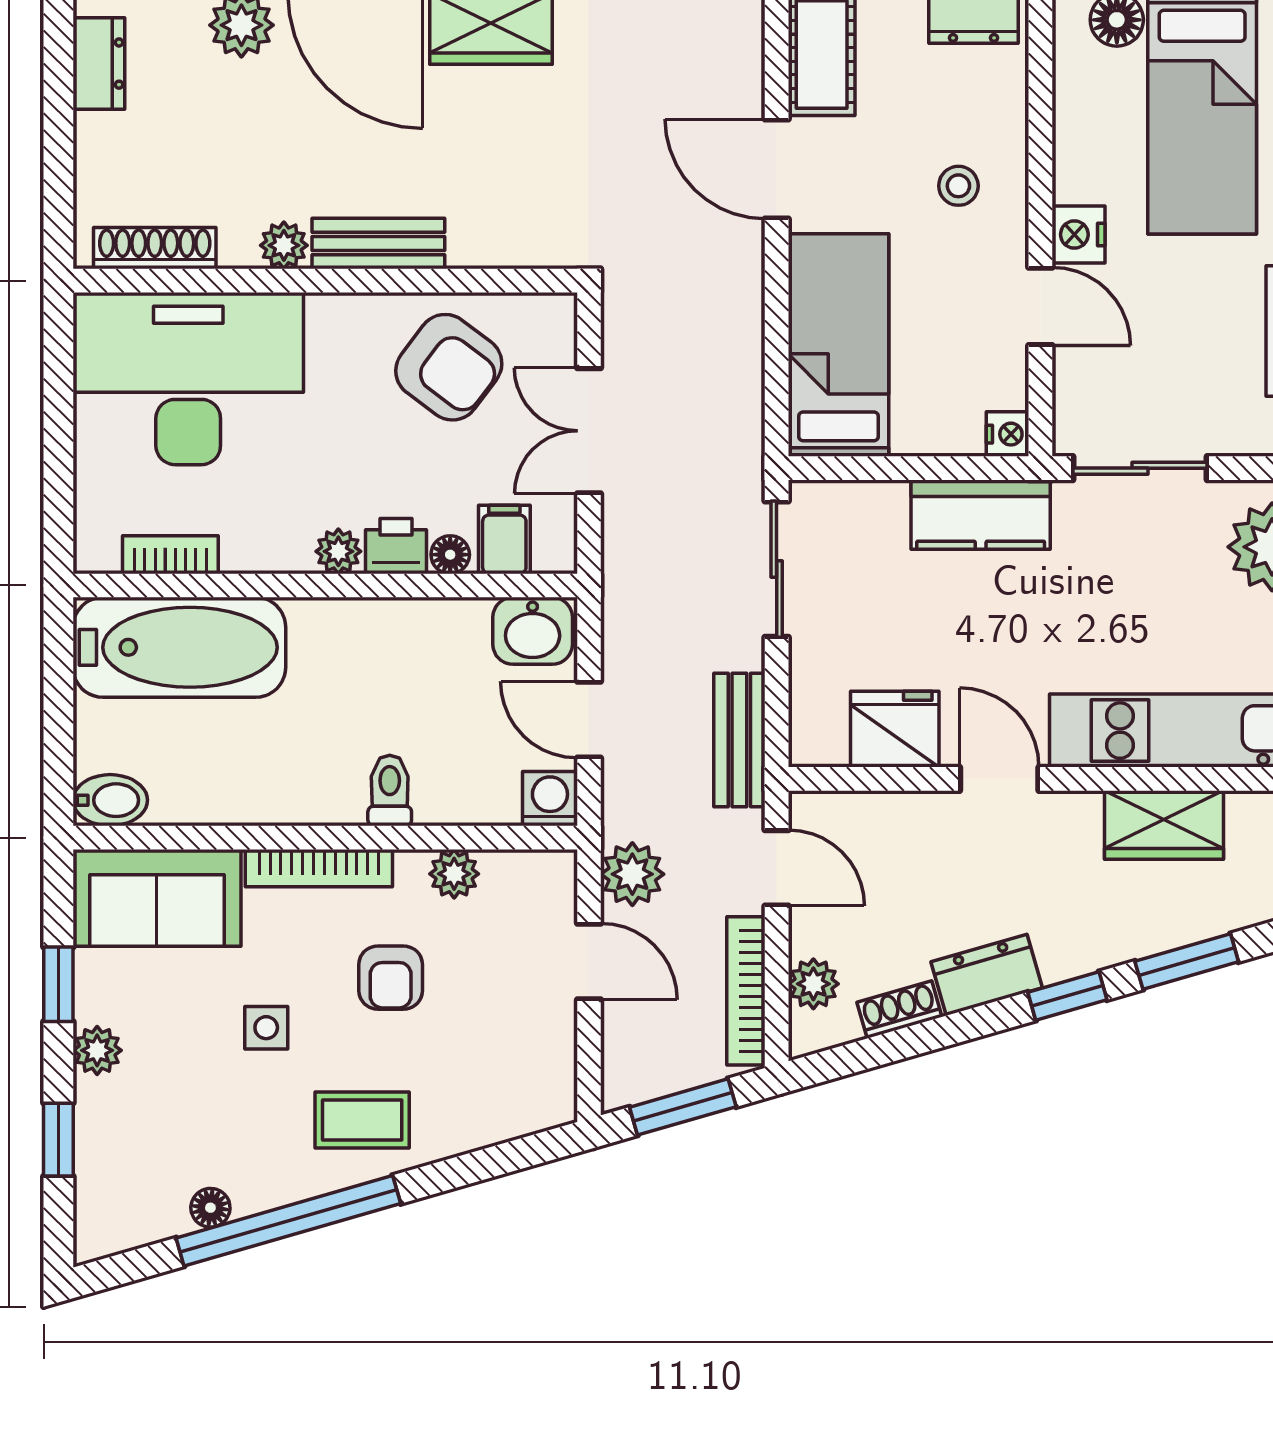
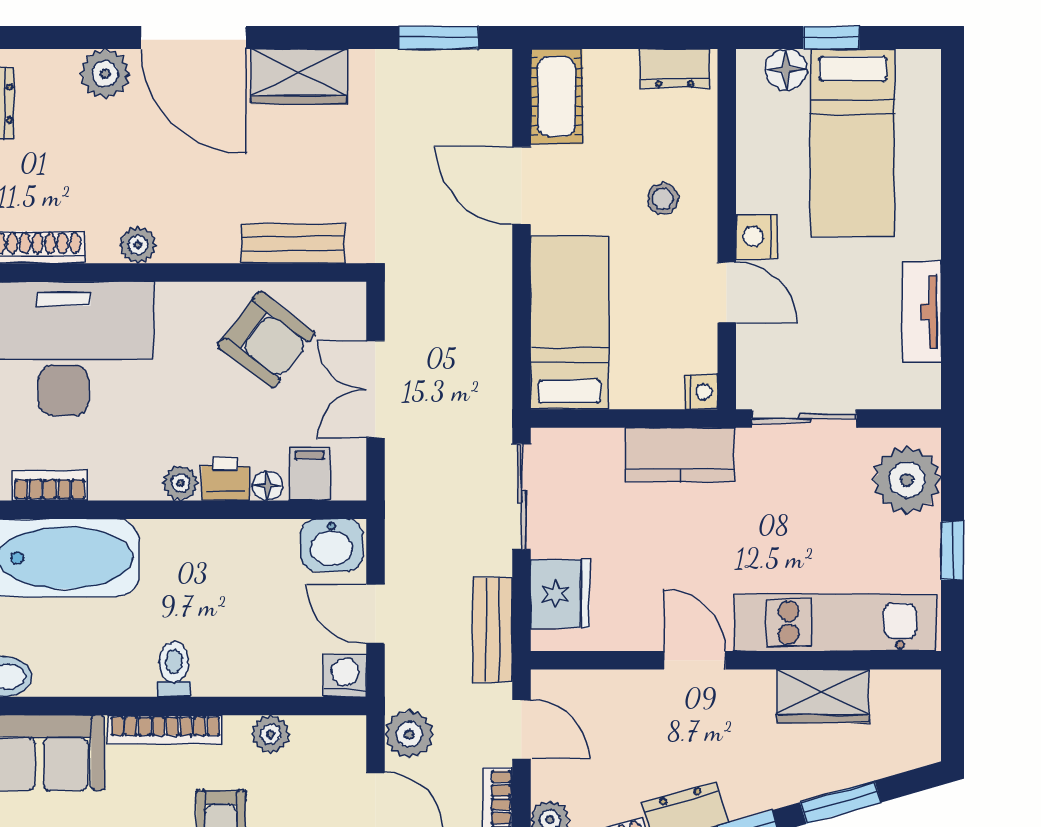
bench: (378, 244) -> (293, 244), moved
fridge: (895, 729) -> (560, 594), moved, turned 90
toilet: (390, 790) -> (174, 669), moved

